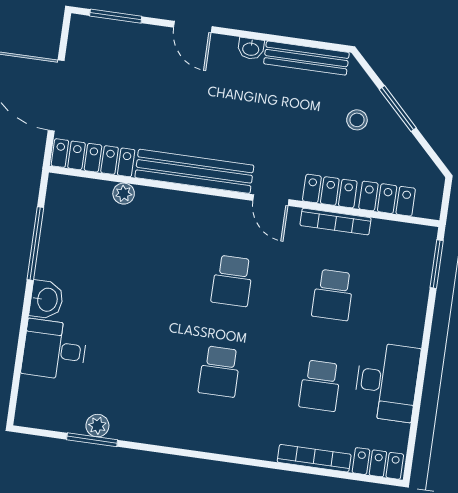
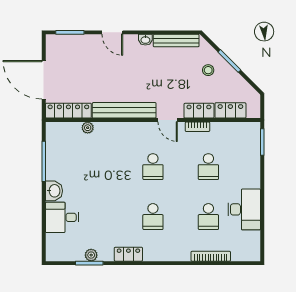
bookcase: (336, 222) -> (197, 127), width x0.64
locker: (378, 463) -> (128, 254), moved

